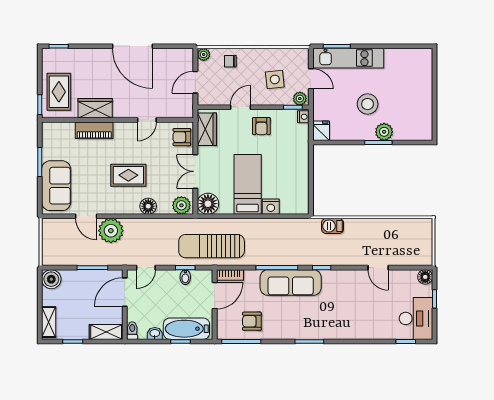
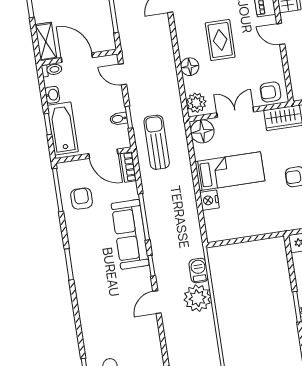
door: (147, 120) -> (281, 34), moved
armchair: (182, 137) -> (271, 92), turned -90
plant: (111, 231) -> (197, 298), moved
sun lounger: (212, 246) -> (157, 142), width x0.73, depth x0.75
door: (378, 268) -> (157, 302), moved
door: (125, 292) -> (77, 58), moved

